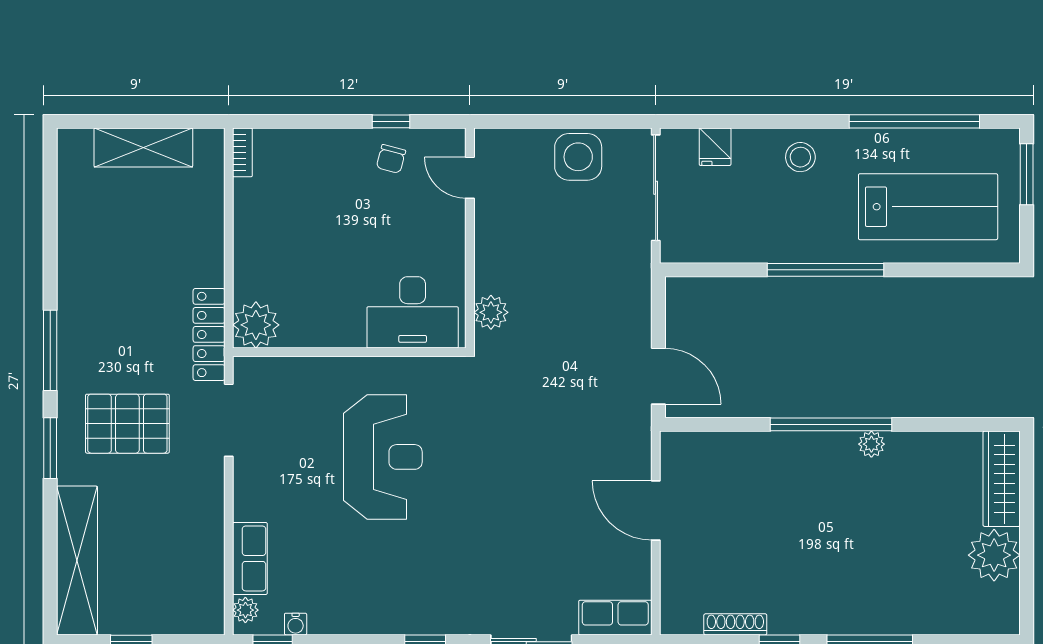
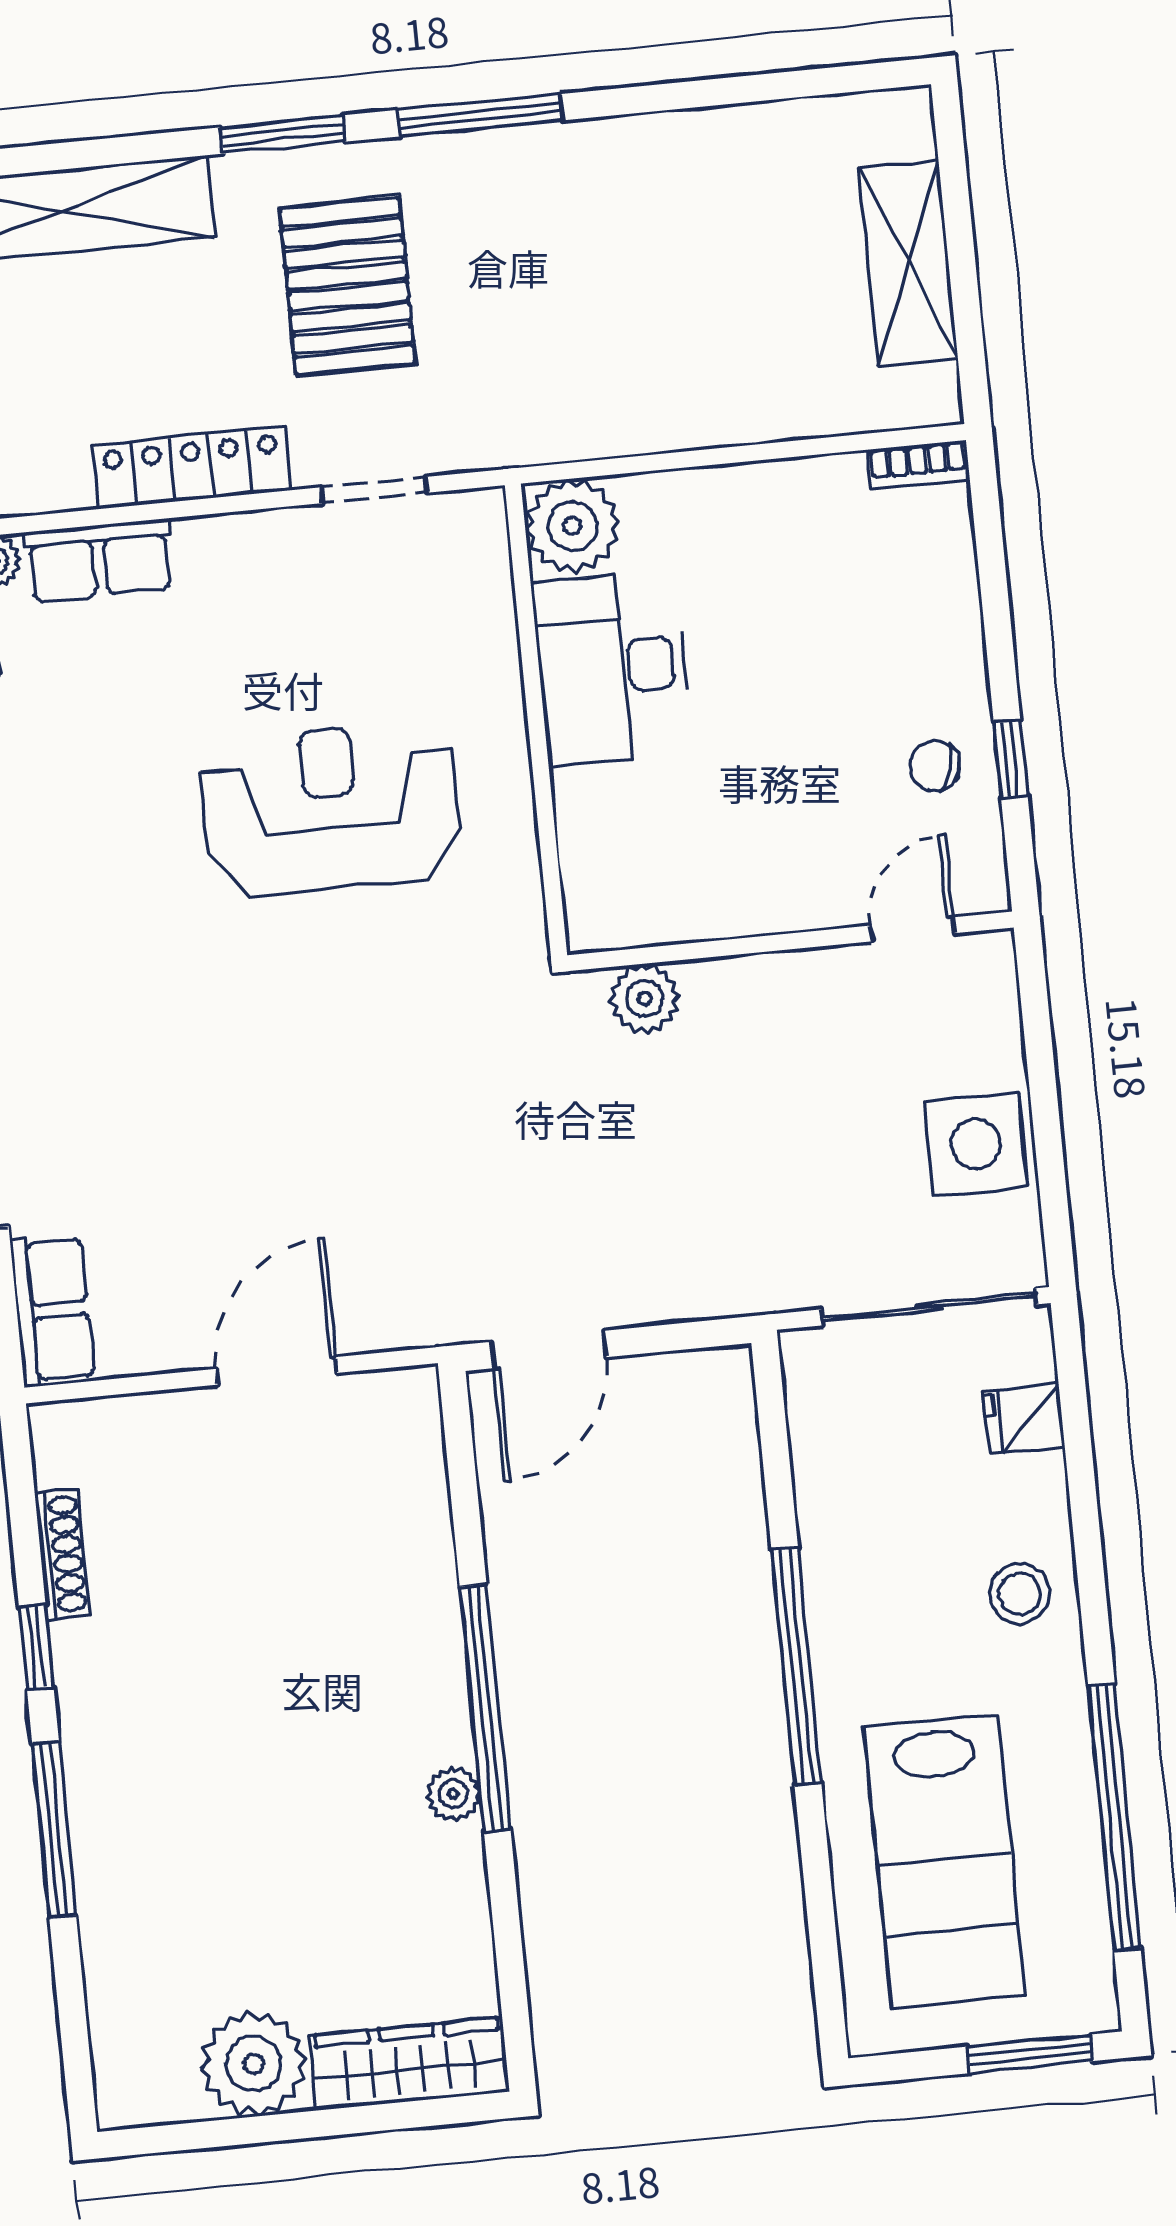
desk: (413, 312) -> (612, 668), moved
locker: (209, 334) -> (192, 468), moved
doorway: (229, 420) -> (374, 490), width x0.73
reception desk: (383, 457) -> (331, 809), turned 180

